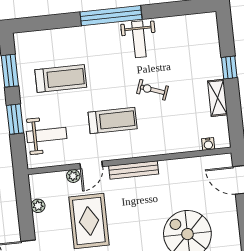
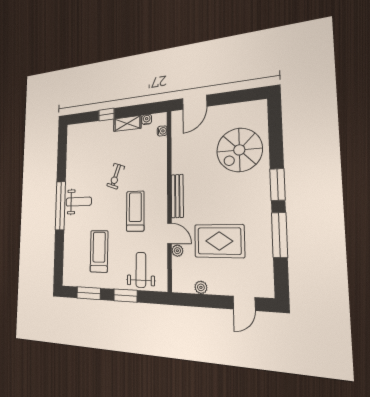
weight bench: (139, 39) -> (79, 202), moved
water cooler: (222, 123) -> (147, 119), added

